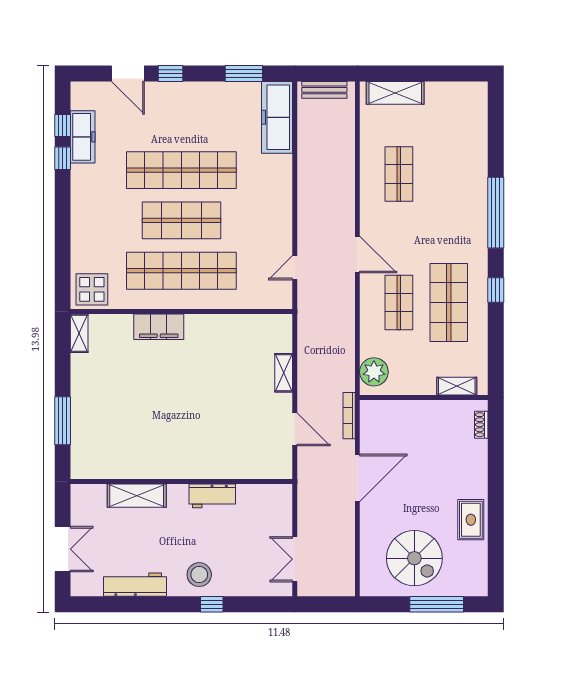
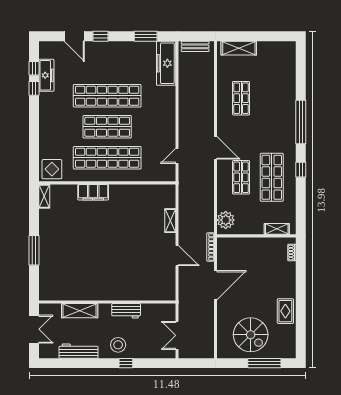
wall: (181, 482) -> (107, 302), moved
shelving: (137, 496) -> (80, 311), moved
workbench: (212, 496) -> (126, 311), moved

